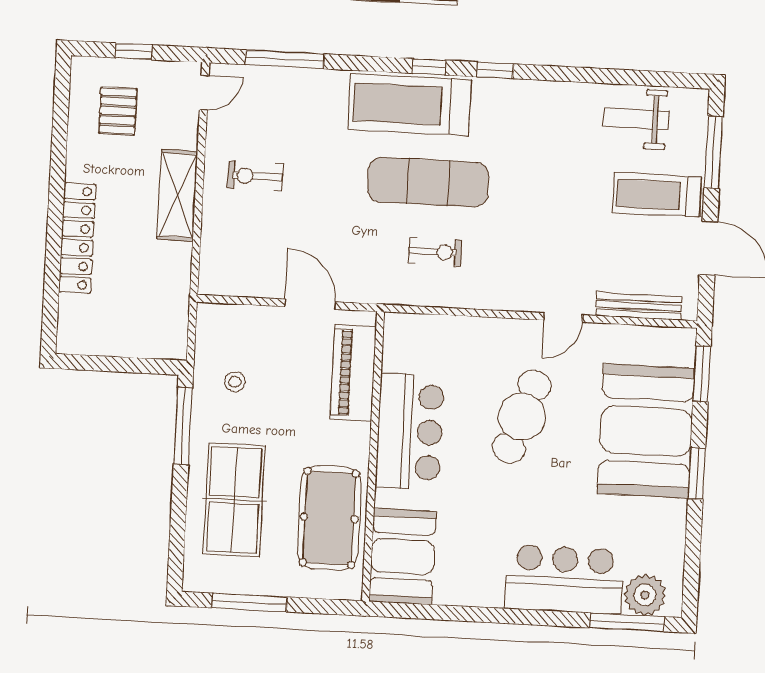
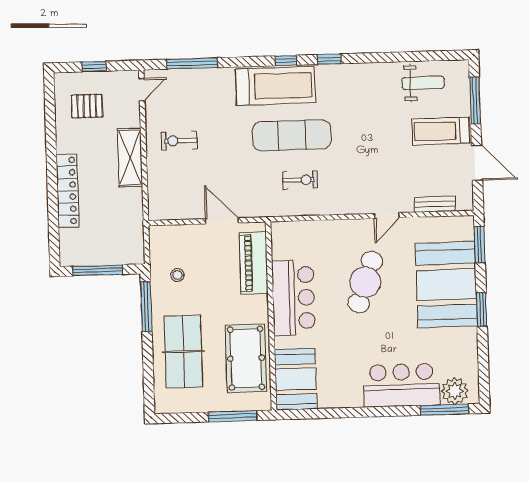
treadmill: (409, 105) -> (275, 86), turned 180
pallet: (118, 111) -> (87, 106), turned 90
weight bench: (636, 119) -> (423, 83), turned 180
bench: (639, 306) -> (435, 204), width x0.73
window: (113, 364) -> (98, 270), added
window: (249, 602) -> (233, 416), moved

